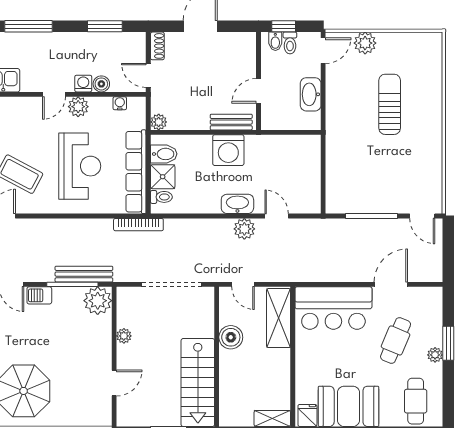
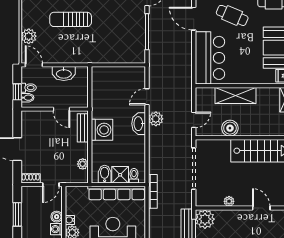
water cooler: (120, 103) -> (70, 220), moved
plant: (159, 122) -> (83, 164), moved
shelving: (279, 318) -> (235, 95), moved

